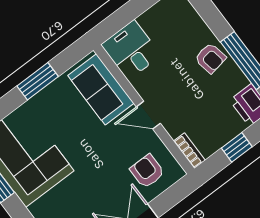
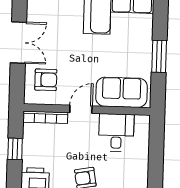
desk: (131, 50) -> (116, 133), moved, turned -90
bookcase: (189, 151) -> (45, 117), width x1.56

